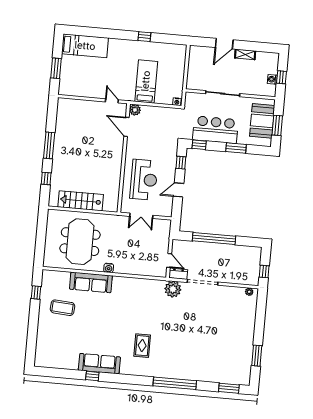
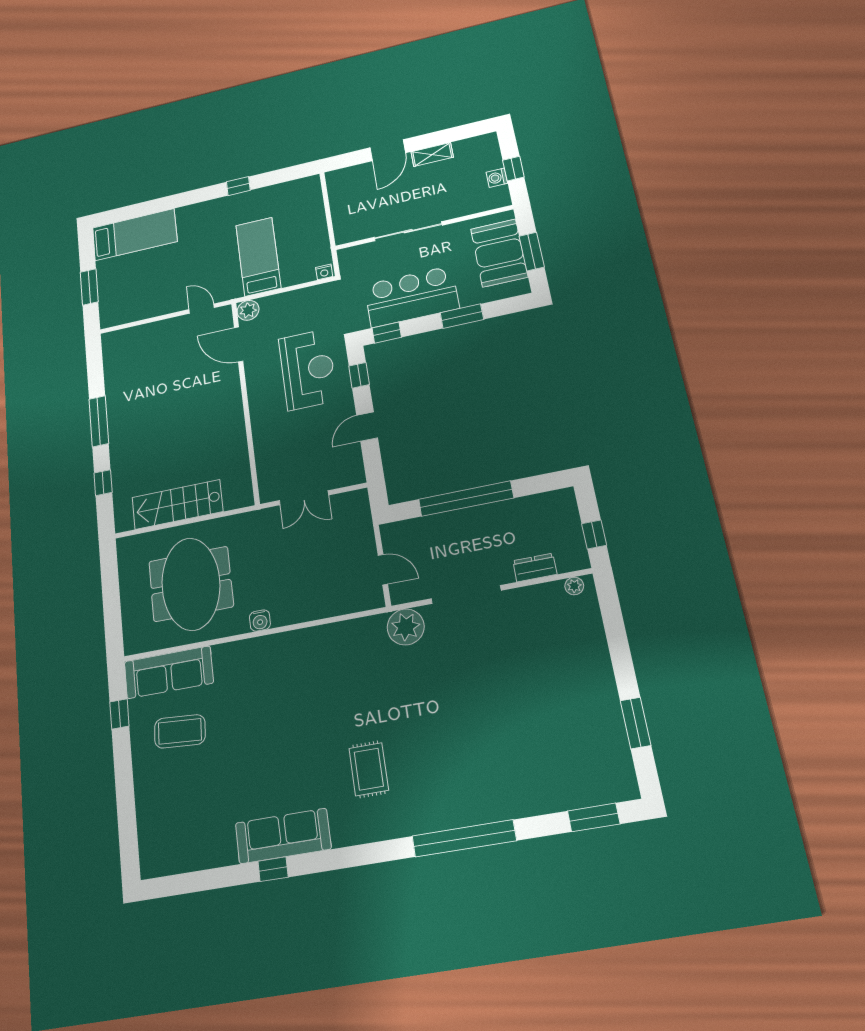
reception desk: (144, 180) -> (308, 369), moved
dresser: (178, 274) -> (535, 568), moved
sofa: (91, 282) -> (169, 672), moved

